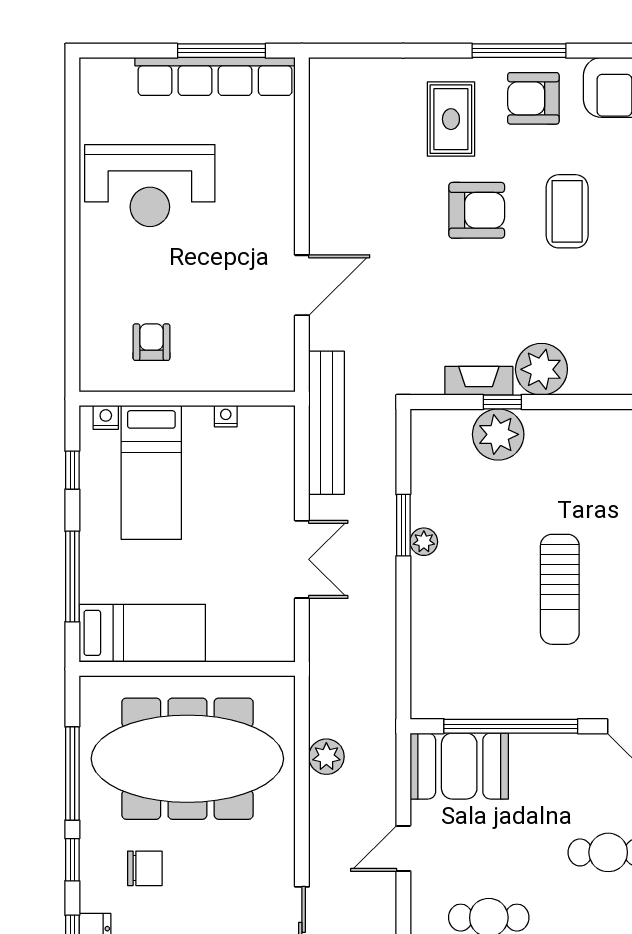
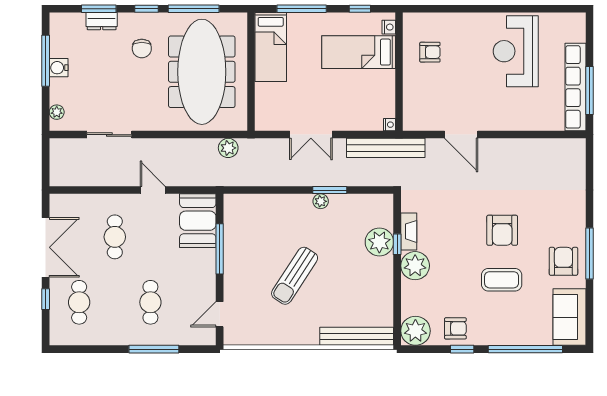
rug: (451, 119) -> (552, 216), removed
nightstand: (226, 416) -> (389, 125), moved
sun lounger: (560, 589) -> (295, 276), turned -57
window: (511, 726) -> (220, 249), width x0.68
plant: (326, 757) -> (228, 148), moved

